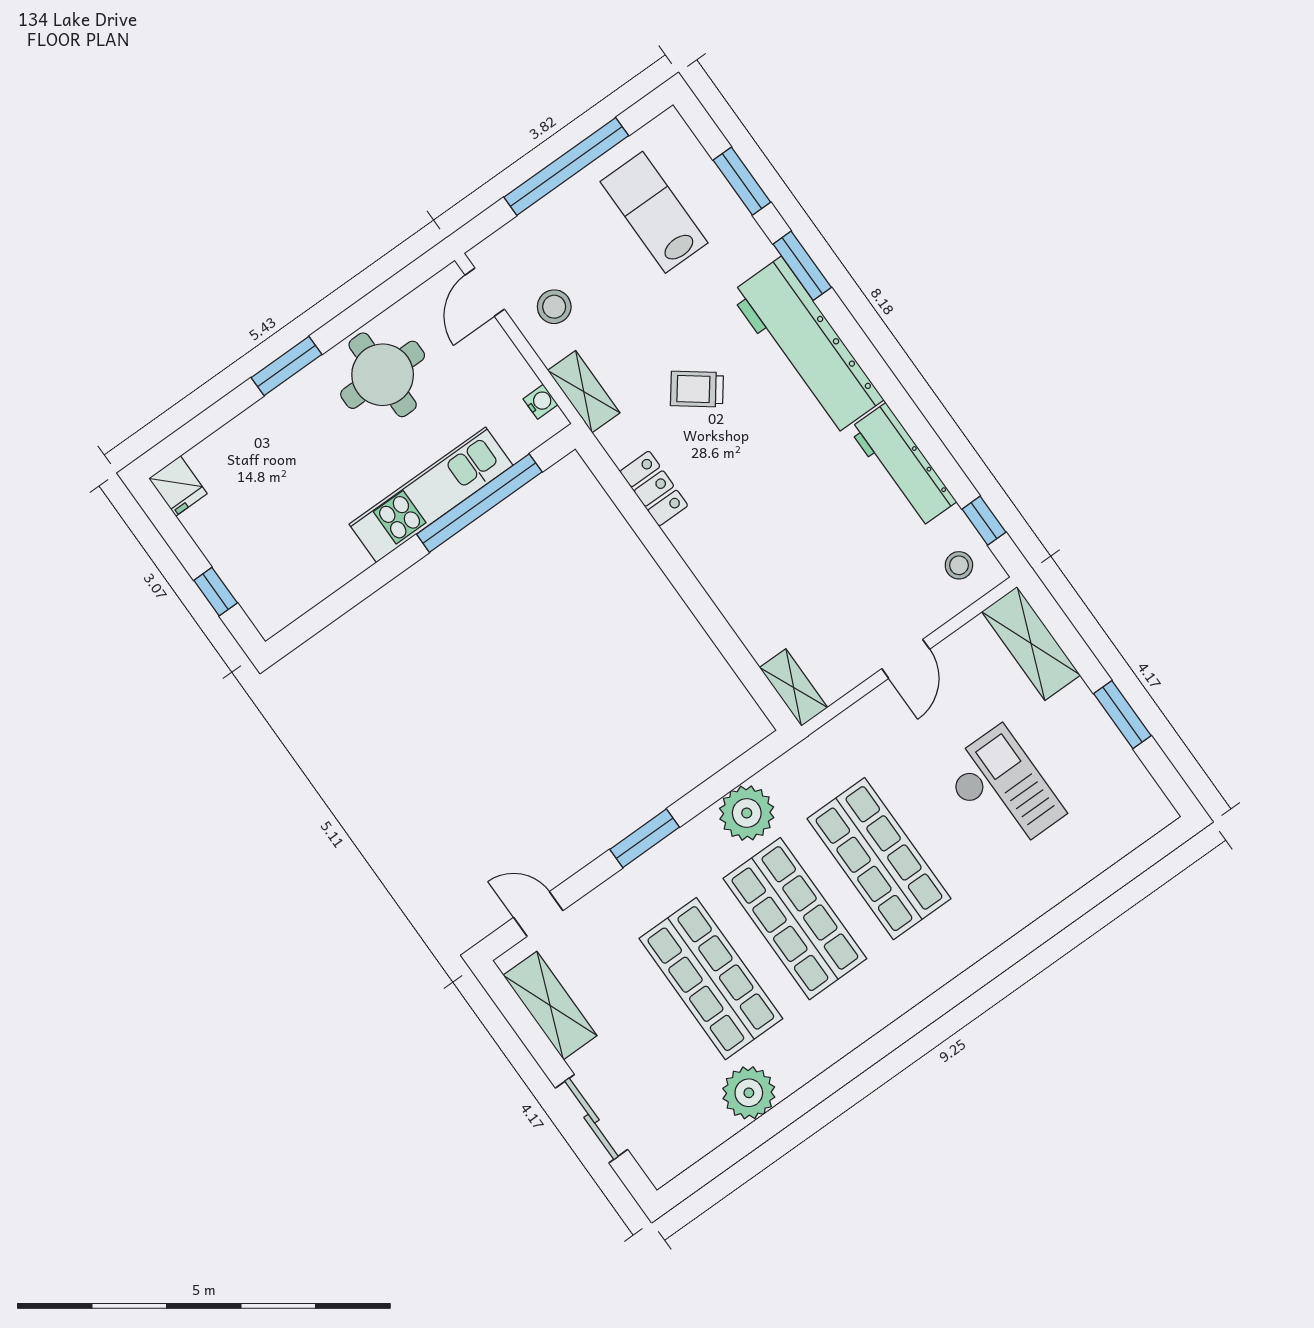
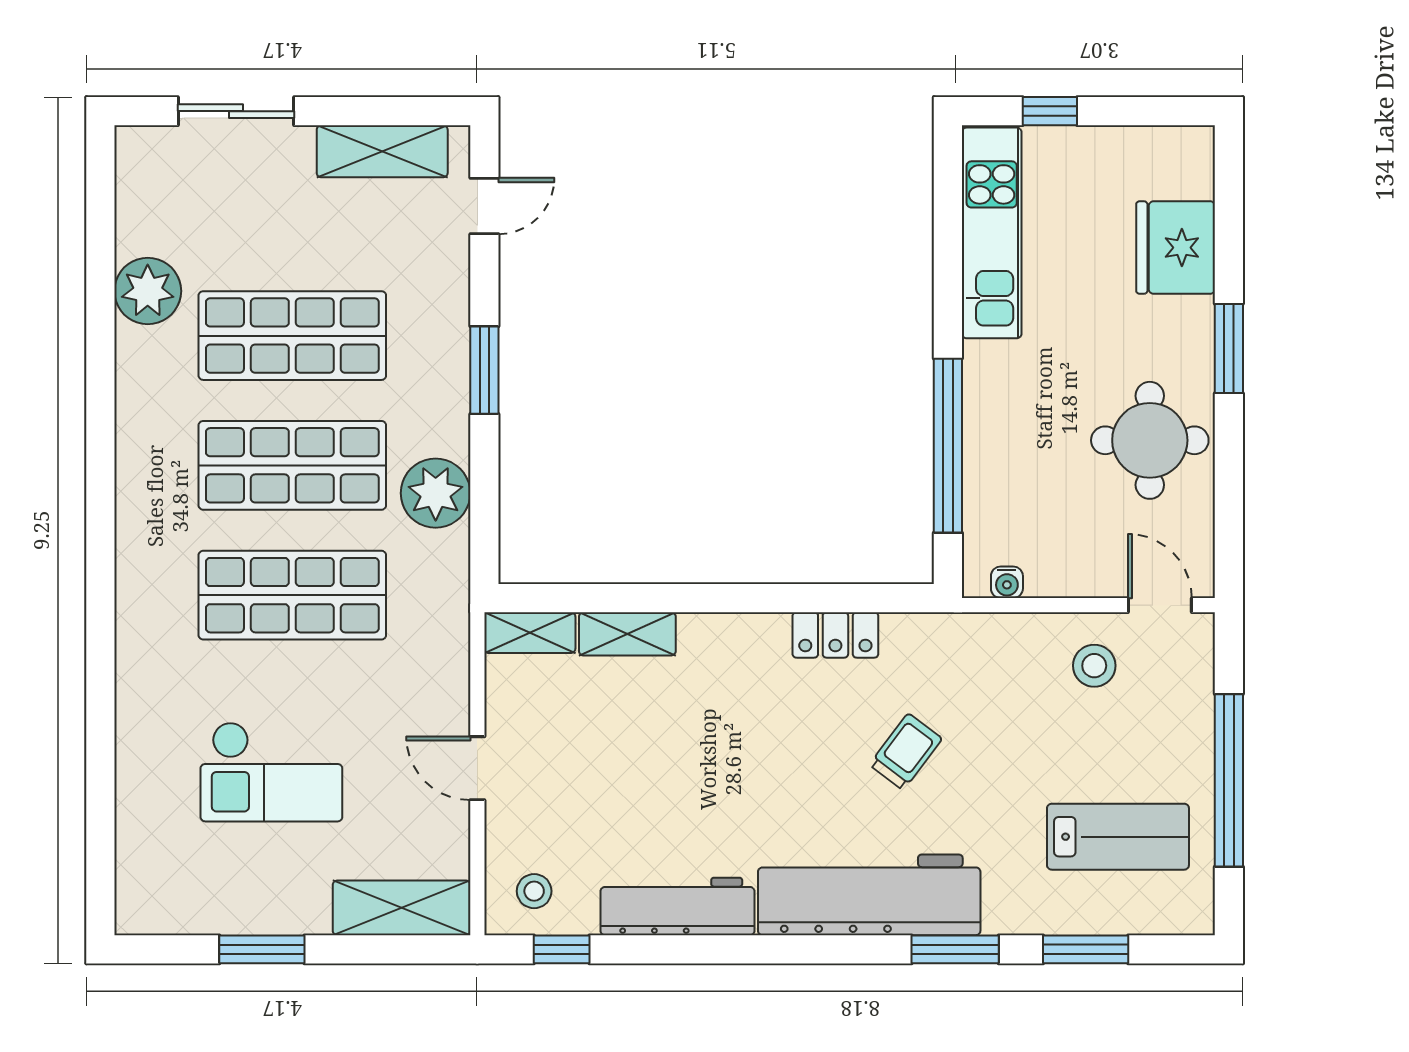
shelving: (584, 392) -> (627, 634), moved
fridge: (178, 486) -> (1176, 248), moved, width x1.88, depth x1.34
kitchen unit: (431, 495) -> (992, 233), moved

